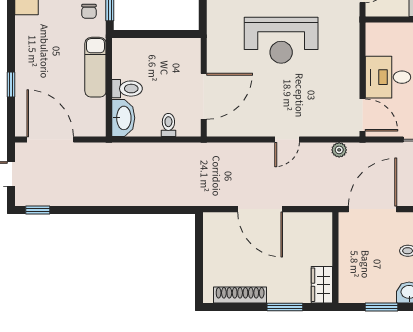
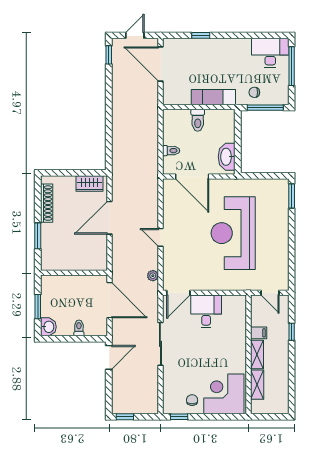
reception desk: (281, 40) -> (233, 233), width x1.36, depth x1.30
washbasin: (123, 118) -> (227, 157), moved, turned 90
door: (50, 139) -> (160, 64), swing flipped
wardrobe: (322, 285) -> (90, 183), moved, turned 180

